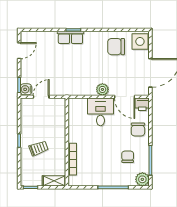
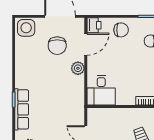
row of seats: (70, 37) -> (22, 109), width x1.48
chair: (116, 47) -> (57, 46), moved
desk: (100, 112) -> (101, 90), moved, turned -90

